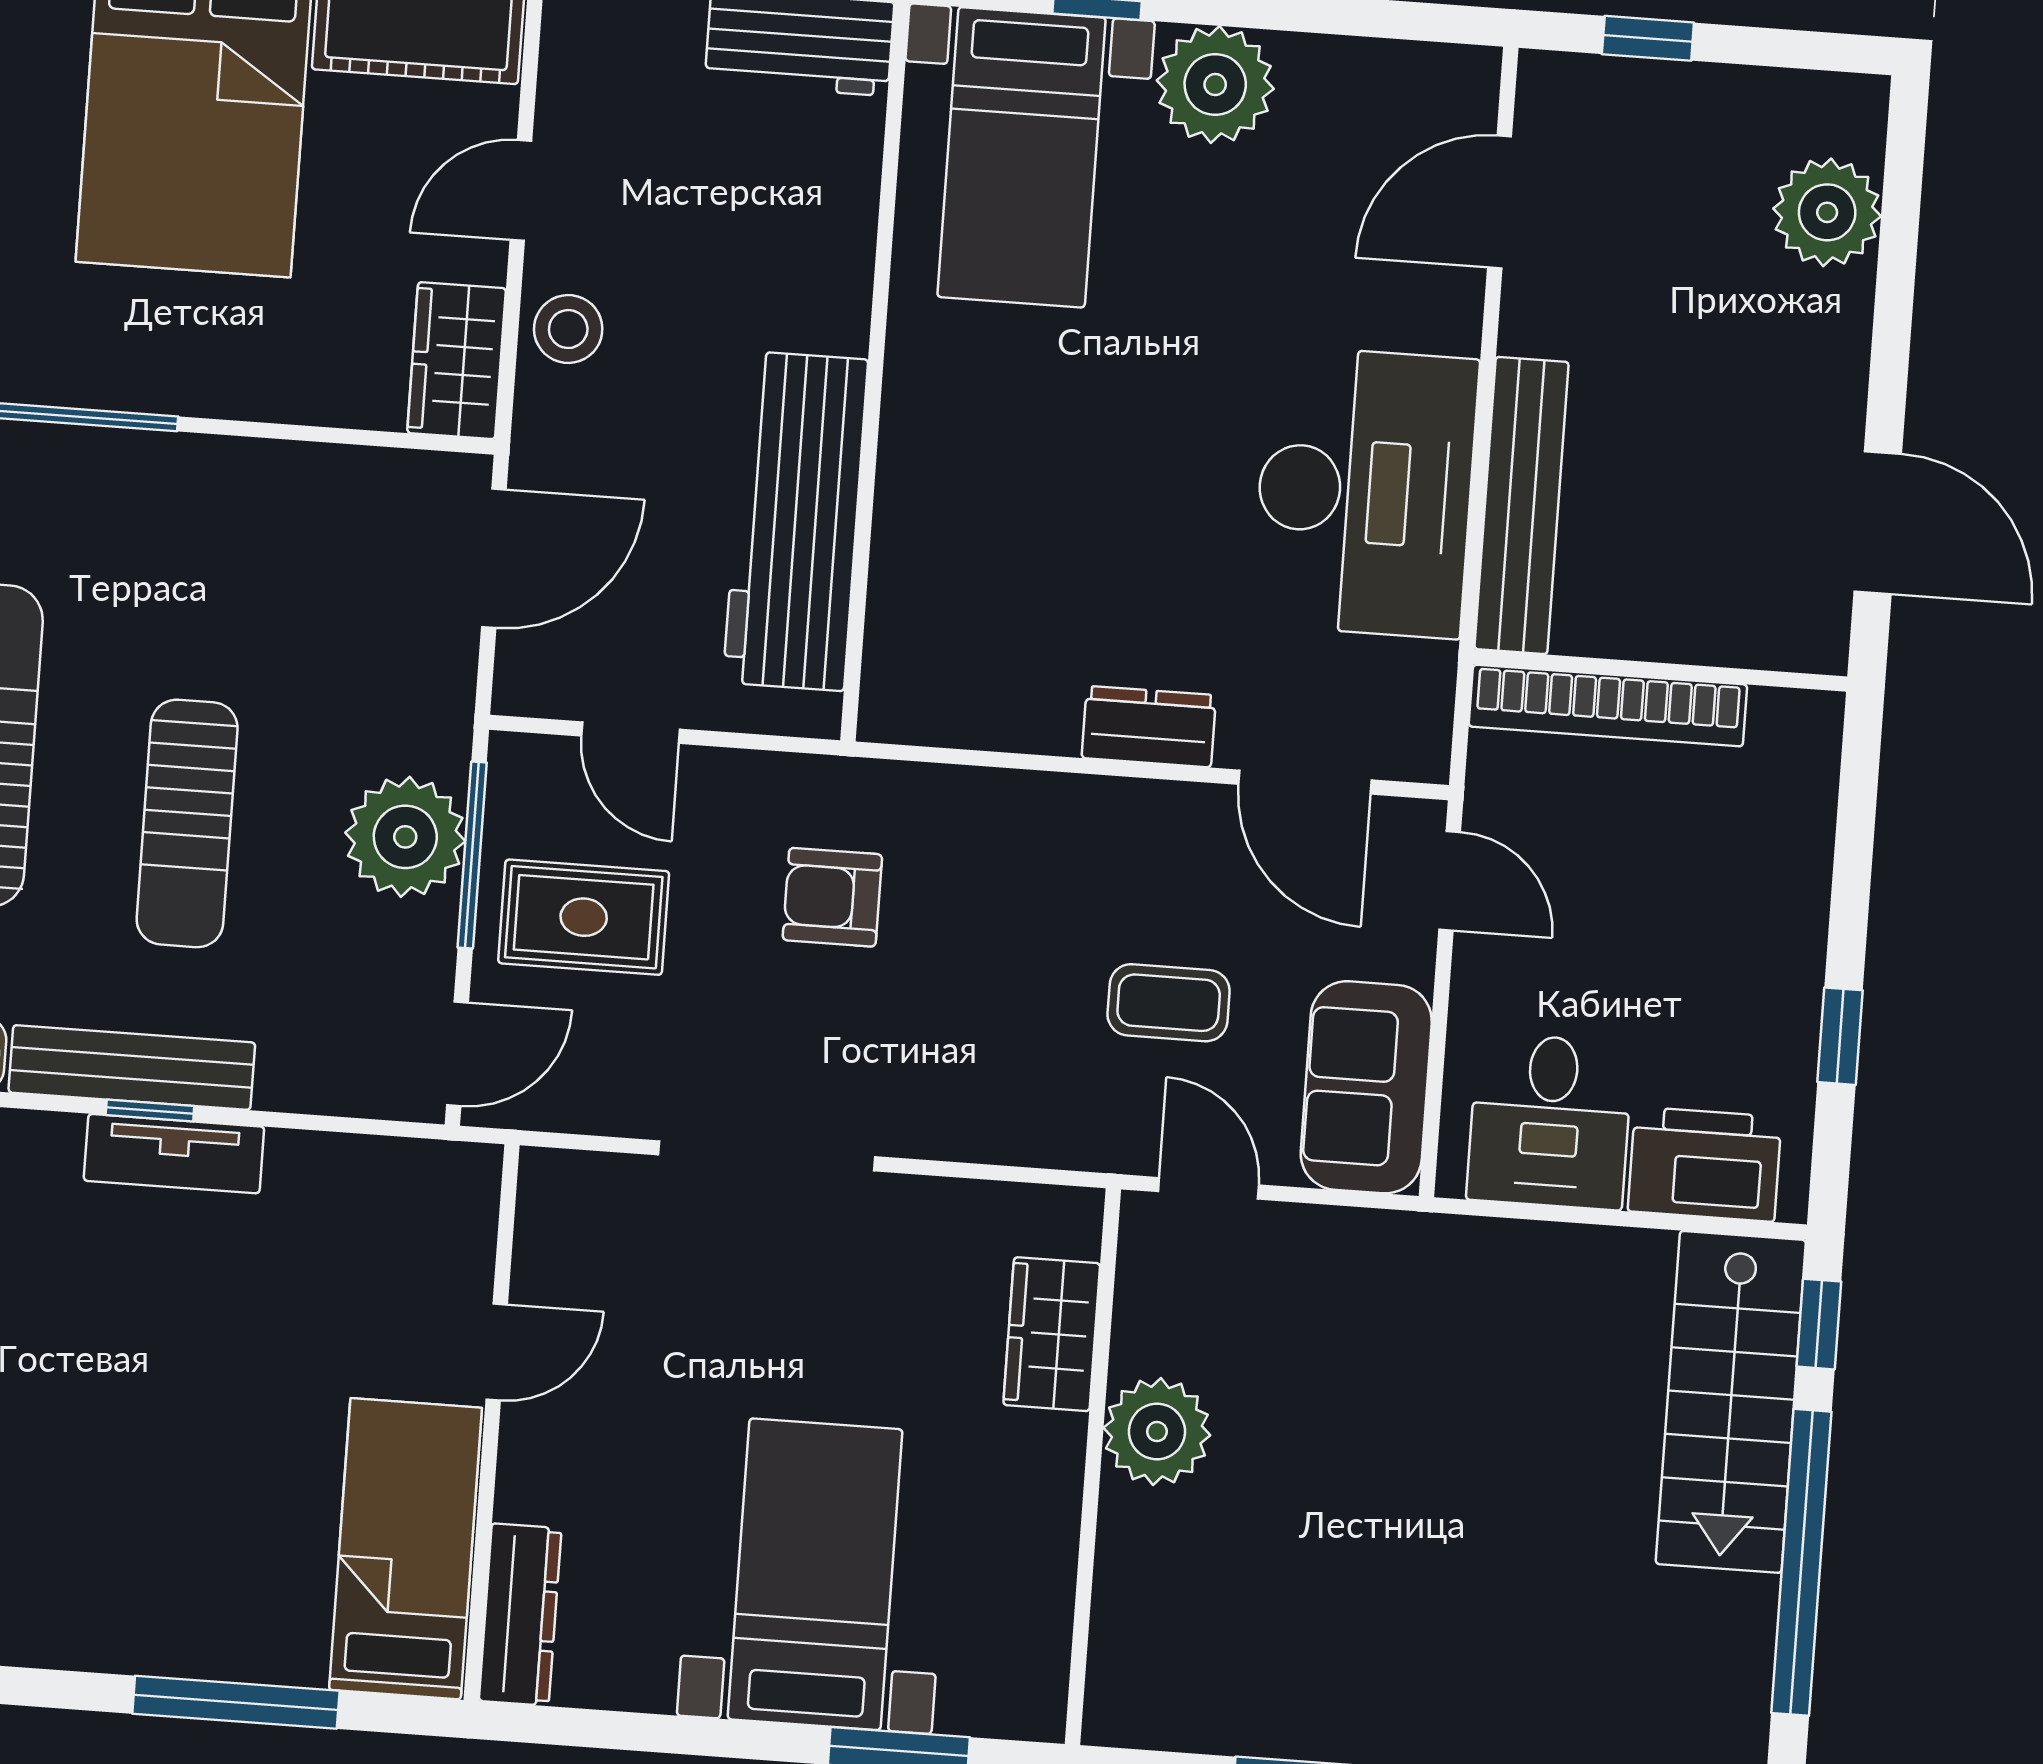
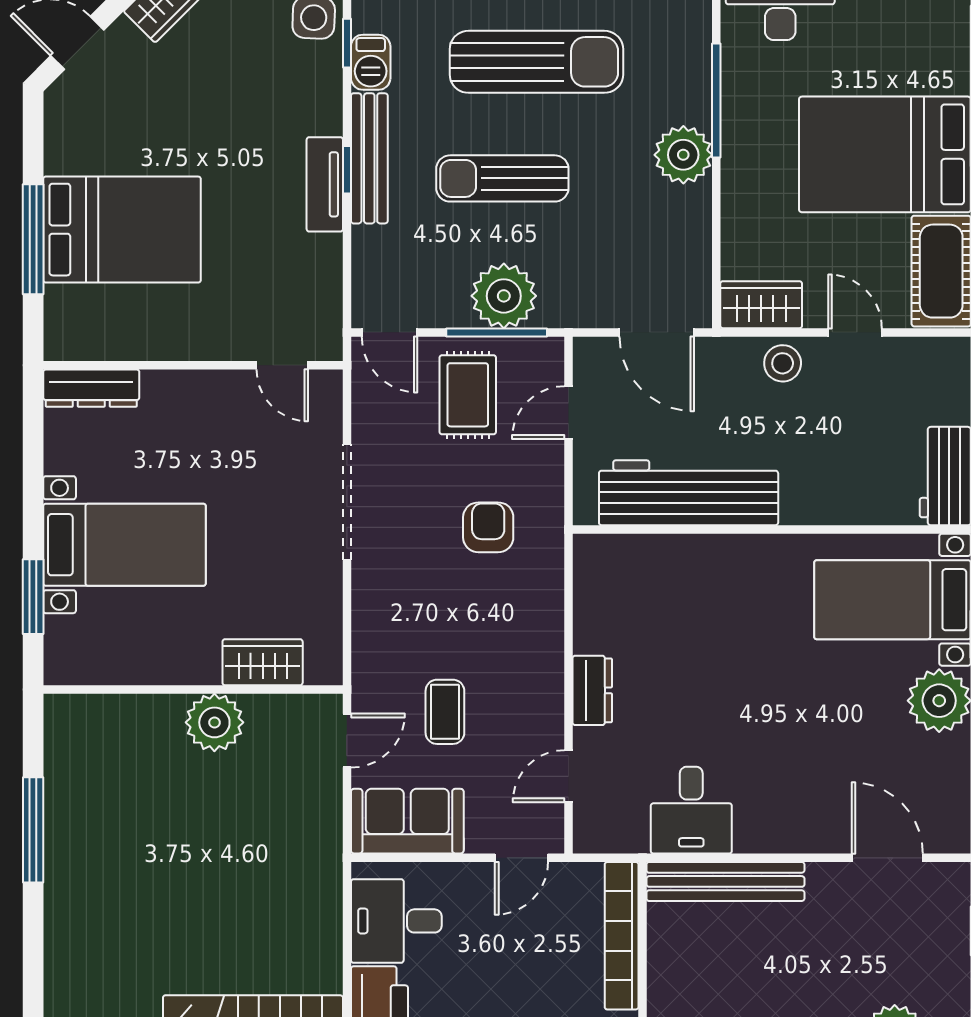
plant: (168, 485) -> (683, 155), added
desk: (1365, 492) -> (691, 810), width x0.53, depth x0.77
door: (1305, 782) -> (569, 776), width x0.73
door: (497, 1352) -> (282, 365), moved
bed: (406, 1549) -> (122, 230), moved, width x1.50

